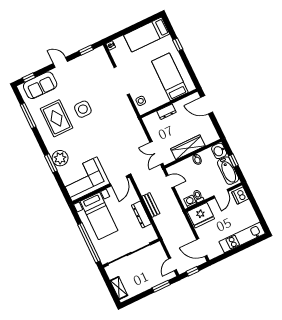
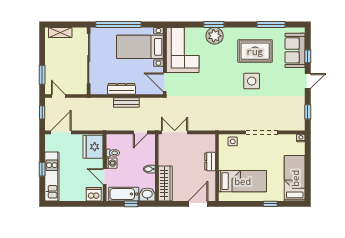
window: (29, 78) -> (308, 56), moved
wardrobe: (188, 147) -> (165, 183), moved
washing machine: (190, 201) -> (112, 163), moved
window: (240, 249) -> (42, 169), added

